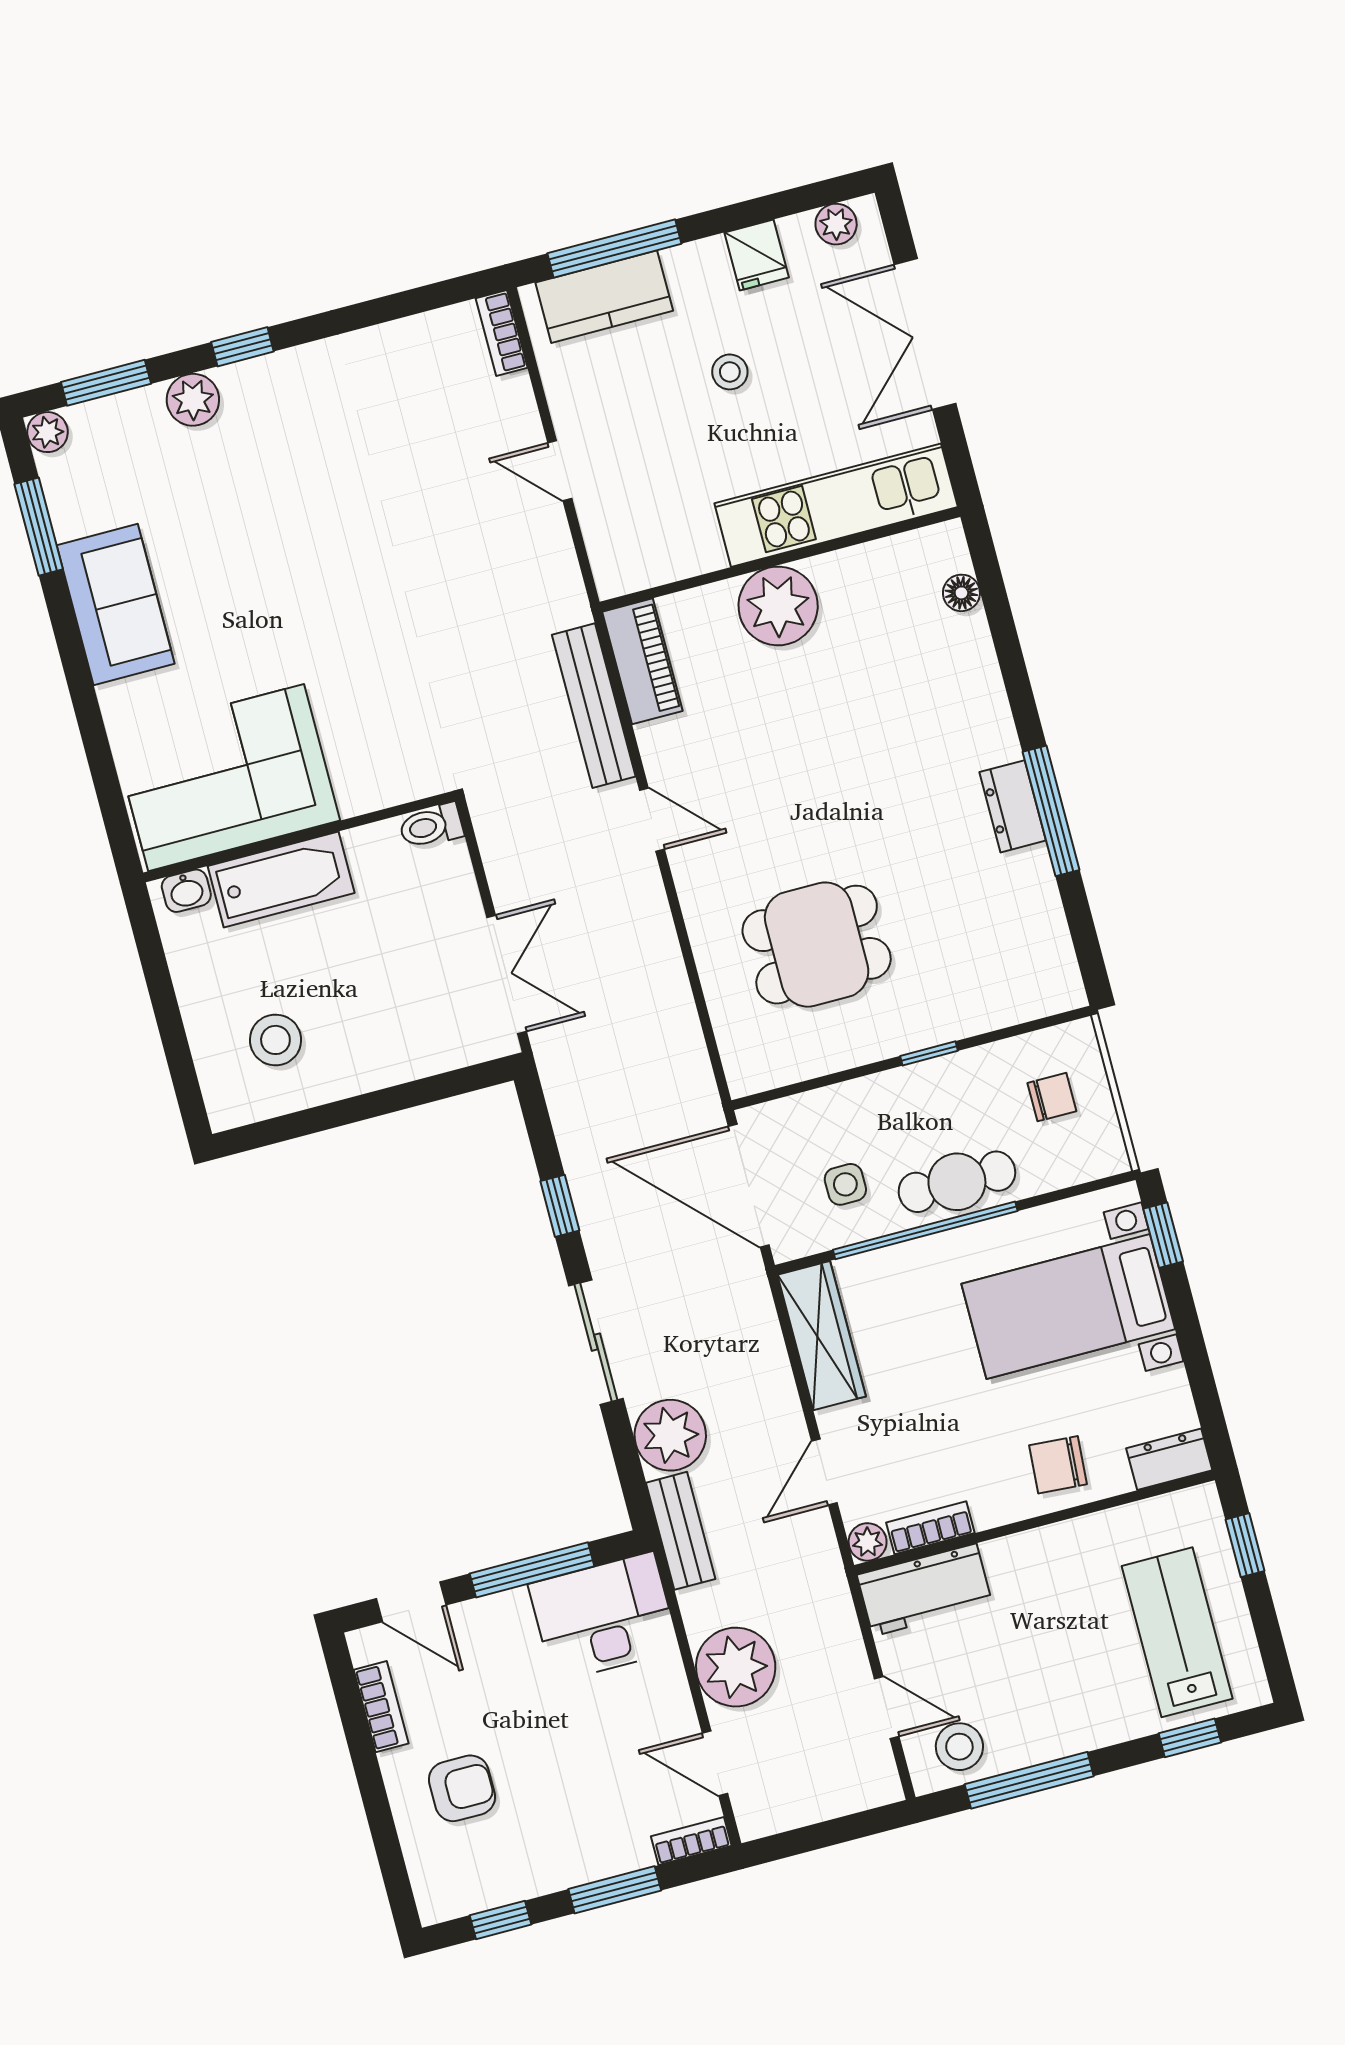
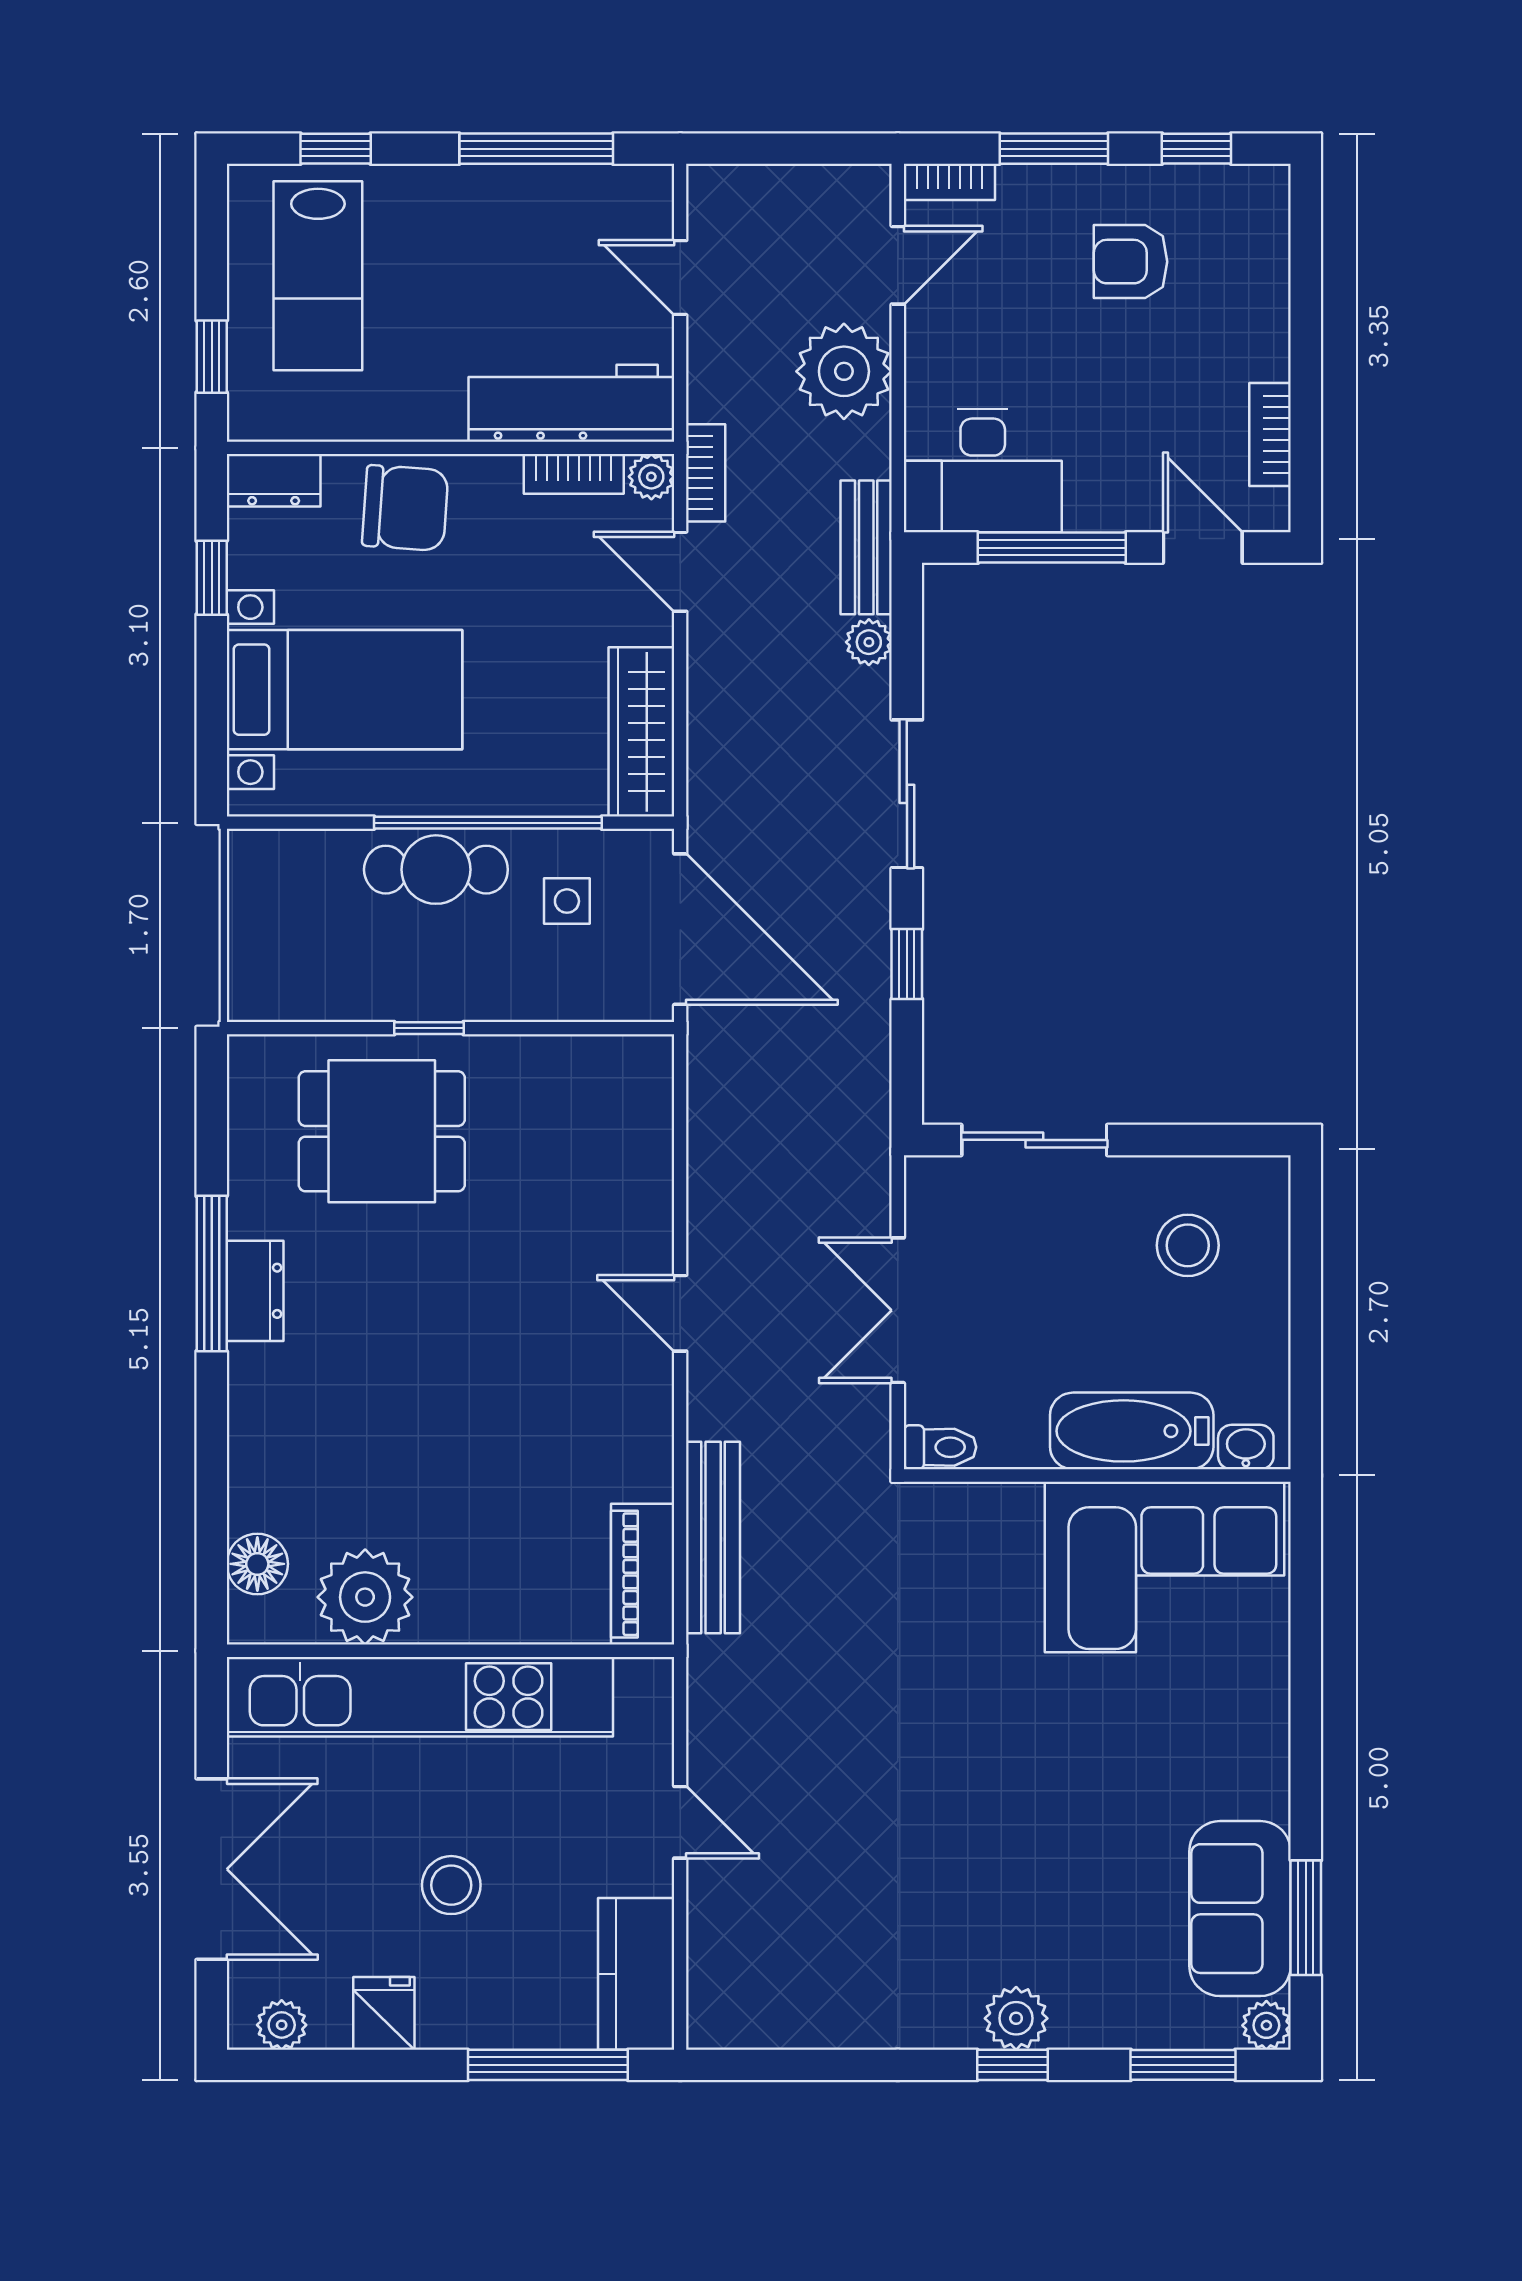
kitchen counter: (604, 297) -> (636, 1974), moved, turned -90
bookcase: (502, 333) -> (706, 473), moved
stool: (730, 372) -> (451, 1885), width x1.37, depth x1.37
plant: (193, 400) -> (1016, 2018), moved
kitchen unit: (836, 505) -> (420, 1697), width x1.36
floor lamp: (961, 593) -> (257, 1564), width x1.37, depth x1.37
sofa: (116, 605) -> (1240, 1909), moved
plant: (778, 606) -> (365, 1597), moved
door: (652, 820) -> (680, 1313), moved
dining table: (817, 945) -> (382, 1131), moved
double door: (507, 974) -> (898, 1310), moved
sliding door: (421, 1092) -> (1034, 1140), added
chair: (1052, 1097) -> (299, 939), removed
window: (1163, 1235) -> (212, 578), moved
plant: (670, 1435) -> (869, 642), width x0.53, depth x0.53
chair: (1058, 1465) -> (405, 508), width x1.37, depth x1.37
door: (824, 1472) -> (680, 572), swing flipped
workbench: (925, 1590) -> (571, 403), width x1.37
stool: (959, 1747) -> (607, 209), removed
door: (715, 1763) -> (898, 265), hinge flipped
armchair: (462, 1788) -> (1131, 262), moved

